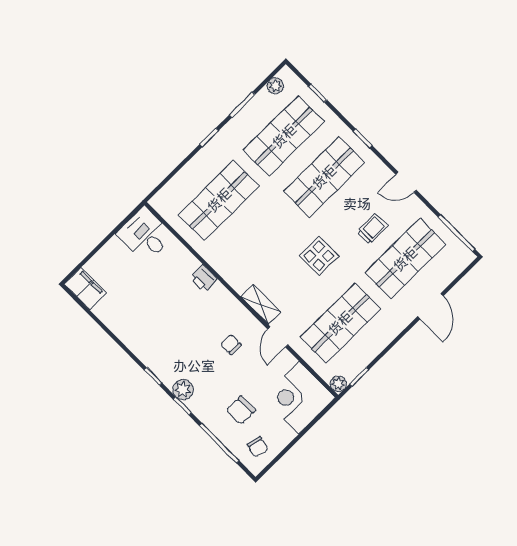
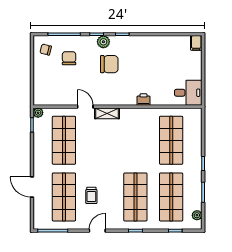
display table: (319, 256) -> (103, 160), removed
filing cabinet: (85, 288) -> (196, 43), width x0.50
chair: (231, 345) -> (109, 64), moved, width x1.87, depth x1.87
corner desk: (299, 398) -> (49, 89), removed

